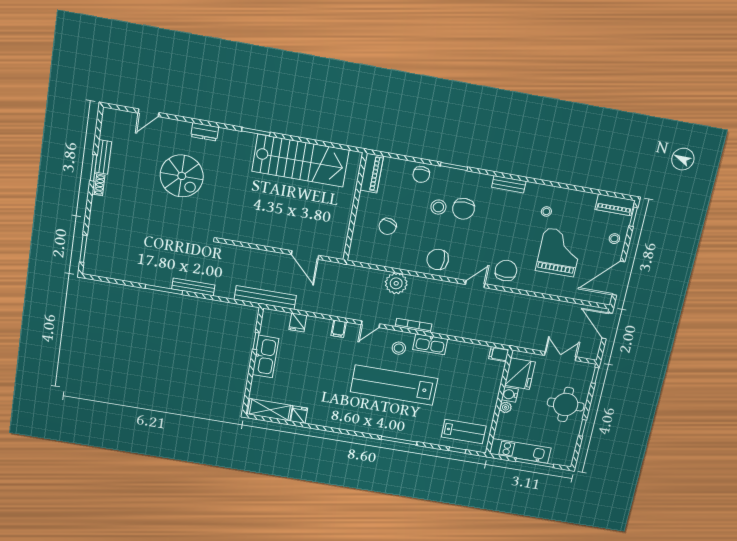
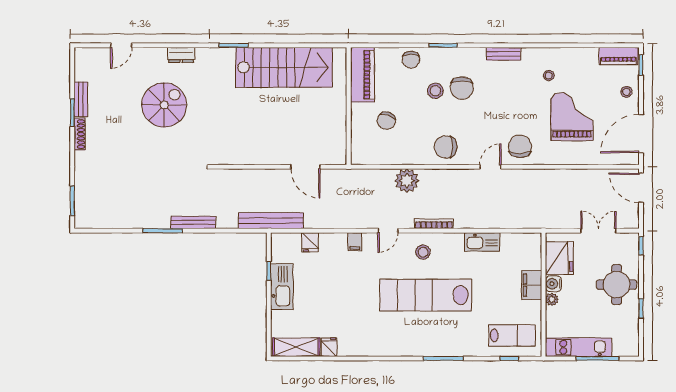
piano: (372, 173) -> (362, 75), width x1.37, depth x1.33
spiral stairs: (182, 176) -> (164, 105), turned -90
shoe rack: (98, 185) -> (80, 134), width x1.43
kitchen sink: (430, 344) -> (482, 242), moved
filing cabinet: (499, 354) -> (532, 285), moved, width x2.00

